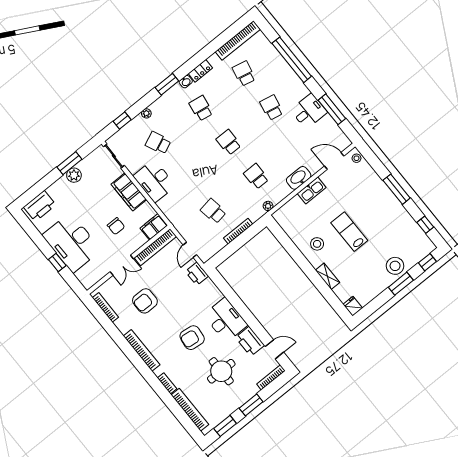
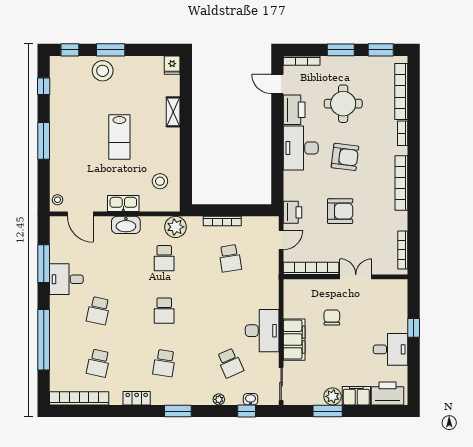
washbasin: (186, 82) -> (251, 399), moved
plant: (268, 206) -> (175, 227), width x1.88, depth x1.88
filing cabinet: (154, 227) -> (356, 396), moved, turned 180
desk: (72, 243) -> (390, 349), width x0.53, depth x0.77
stool: (317, 244) -> (160, 181), moved
armchair: (145, 301) -> (340, 211), moved

